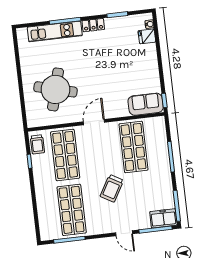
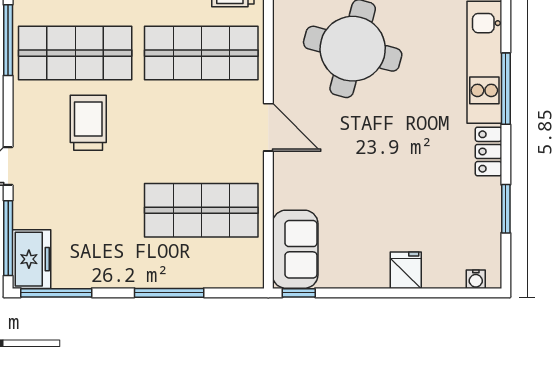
fridge: (147, 36) -> (406, 270), moved
trolley: (112, 188) -> (88, 123), moved, turned 60

